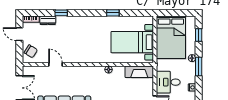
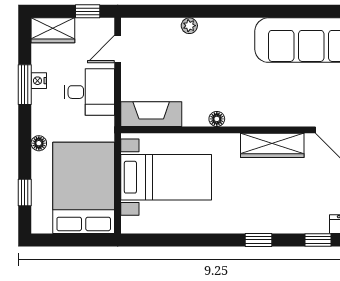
window: (113, 13) -> (259, 240), moved
wardrobe: (83, 57) -> (272, 145), added
window: (199, 67) -> (25, 85), moved

